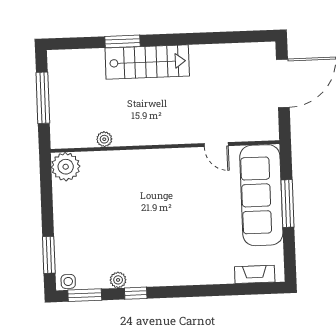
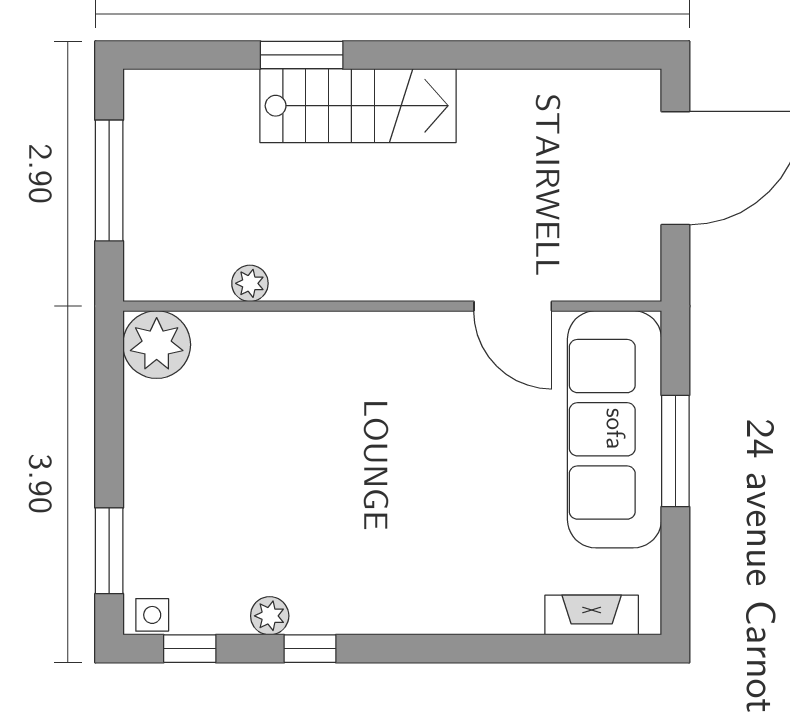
door: (216, 145) -> (513, 306), width x1.38
window: (85, 295) -> (190, 649), width x0.67

